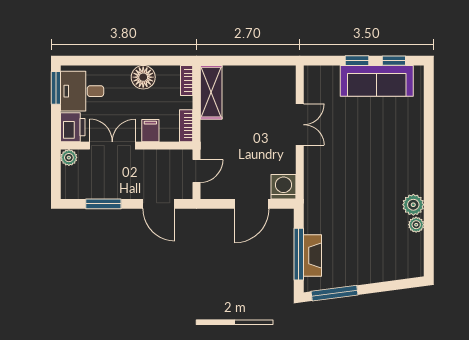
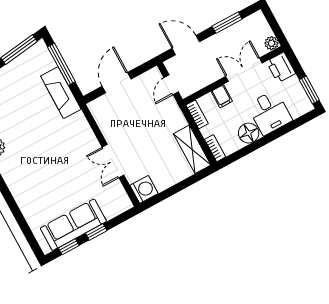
desk: (82, 91) -> (270, 112), moved, turned 90
double door: (112, 146) -> (244, 70), swing flipped
washing machine: (284, 187) -> (144, 189), moved, turned -90
fireplace: (312, 256) -> (61, 93), moved, width x1.37, depth x1.32

